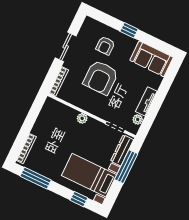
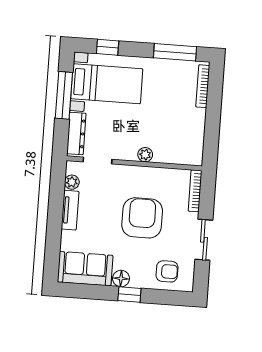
floor lamp: (130, 43) -> (121, 278), added
armchair: (105, 46) -> (167, 271), moved, turned 90
window: (126, 167) -> (64, 95), moved

